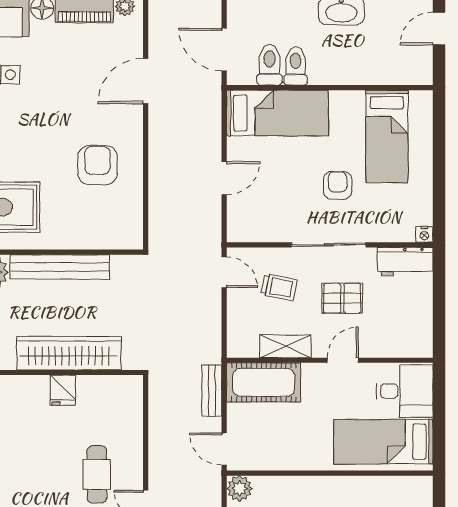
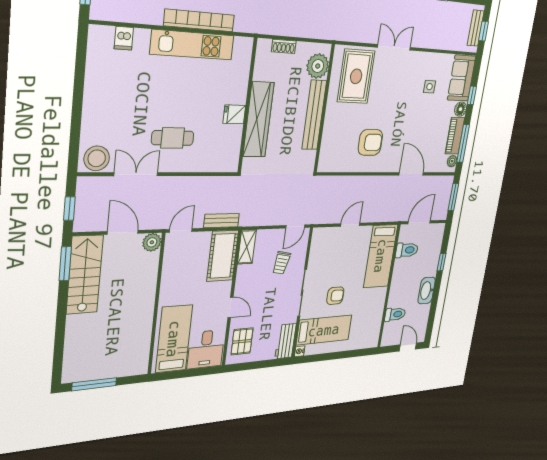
toilet: (295, 66) -> (395, 314), moved
bed: (387, 137) -> (324, 330), moved, turned 180
door: (224, 178) -> (350, 225), swing flipped
pallet: (342, 298) -> (242, 341), moved
shelving: (285, 346) -> (247, 247), moved

